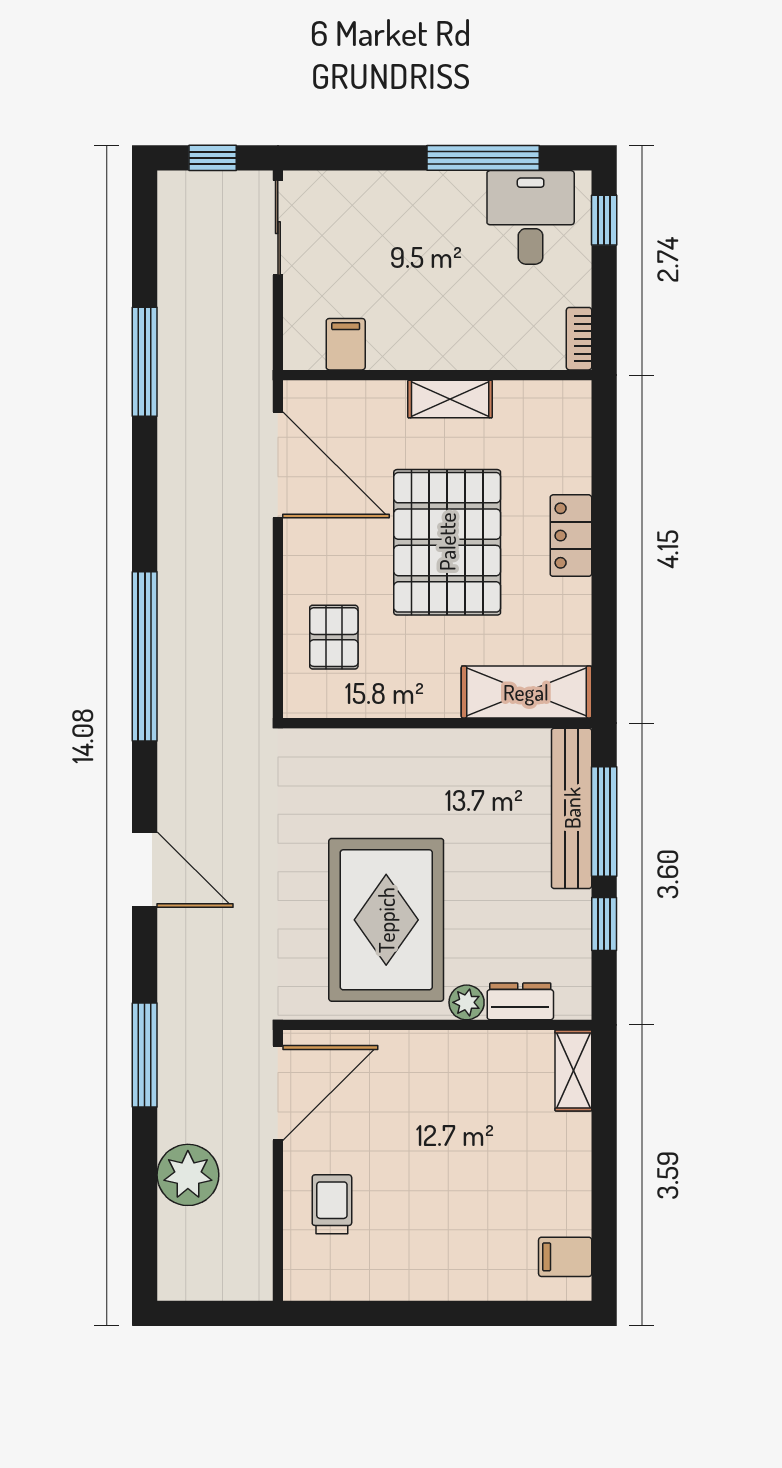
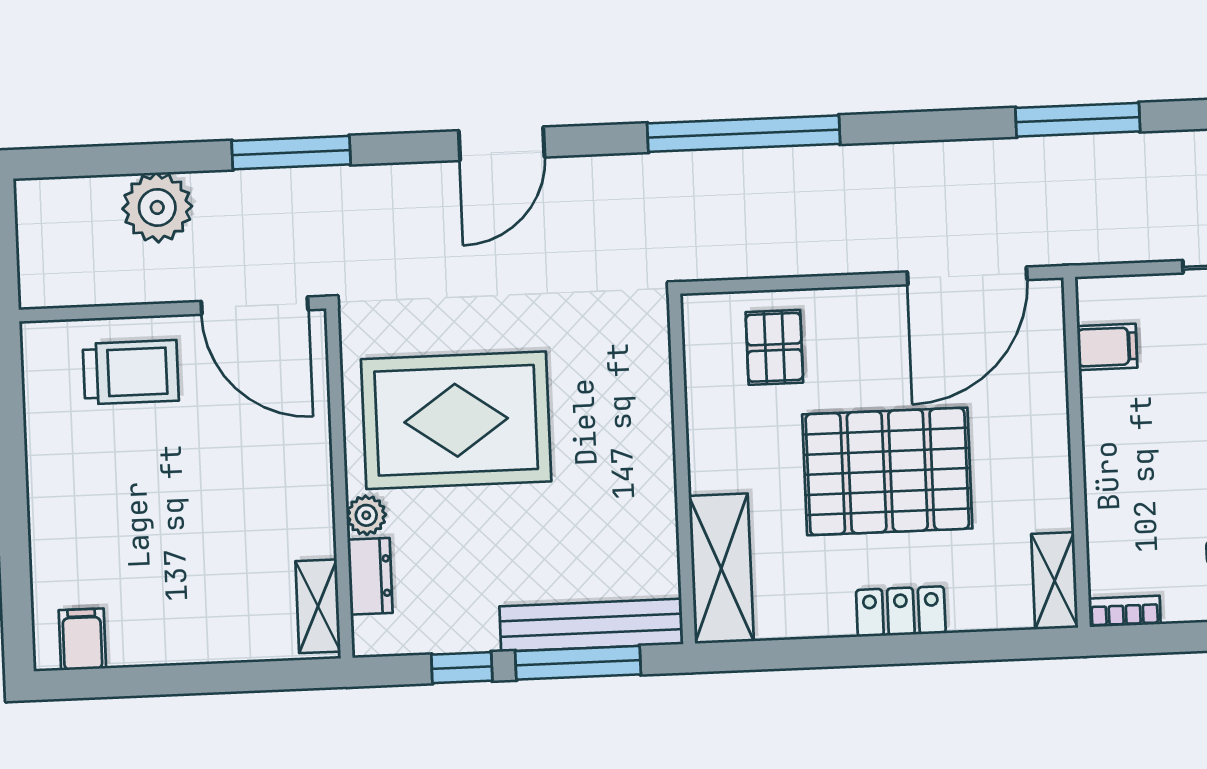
shelving: (450, 399) -> (1055, 581), moved
pallet: (334, 637) -> (774, 347), turned 90
shelving: (573, 1071) -> (318, 606), moved, turned 90
trolley: (332, 1204) -> (131, 372), width x1.36, depth x1.39

